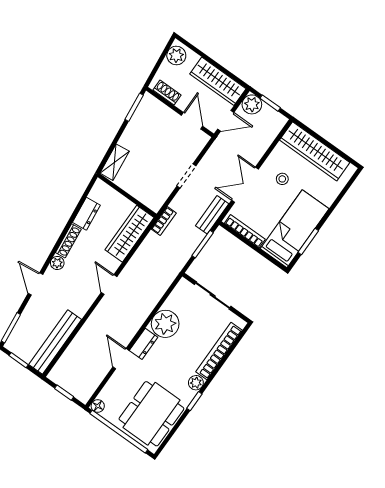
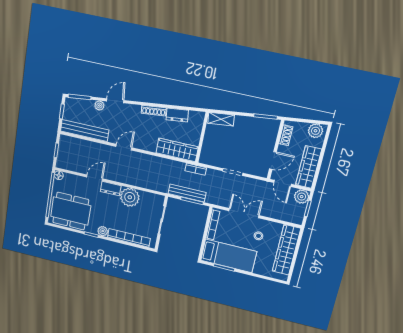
bench: (212, 215) -> (187, 193), moved, width x1.36
plant: (57, 263) -> (99, 106), moved
door: (109, 285) -> (124, 147), moved

